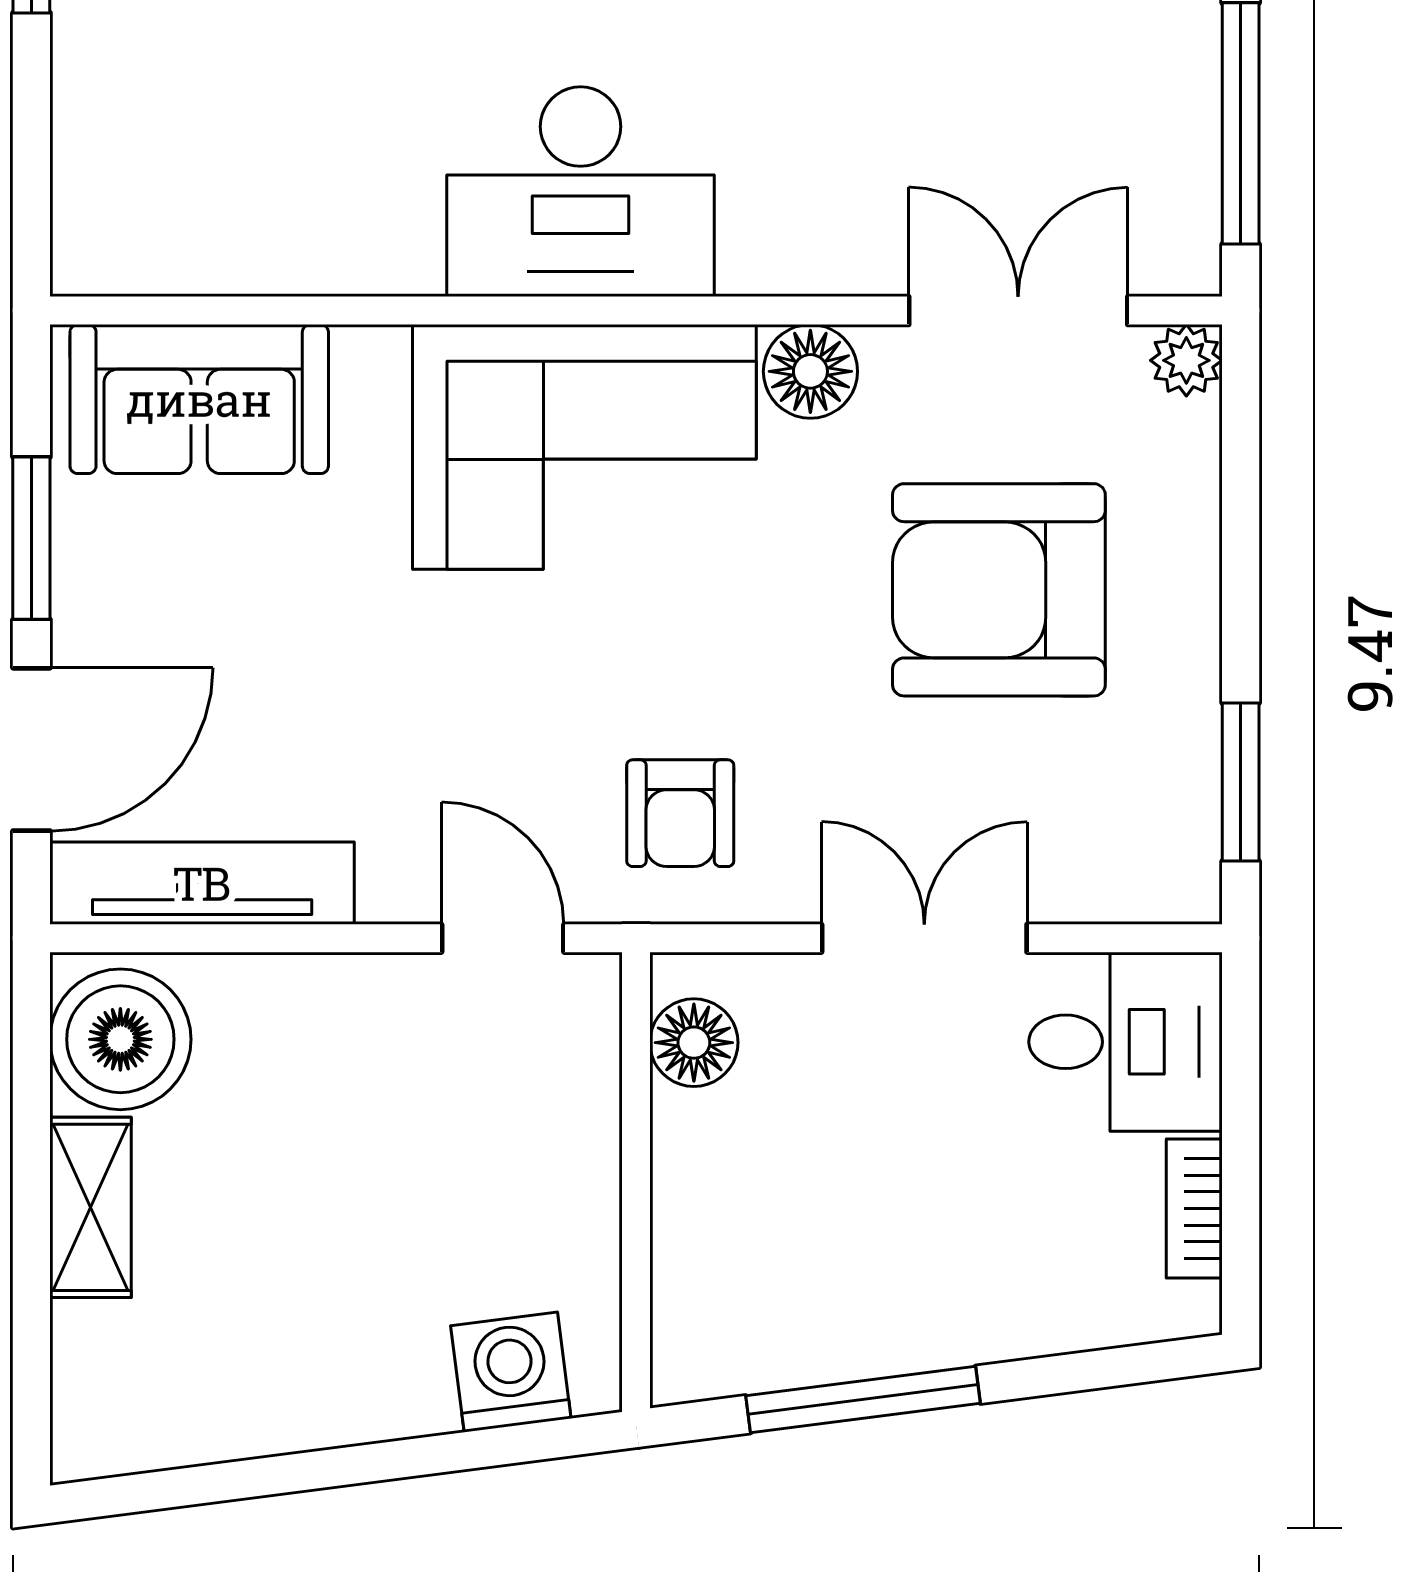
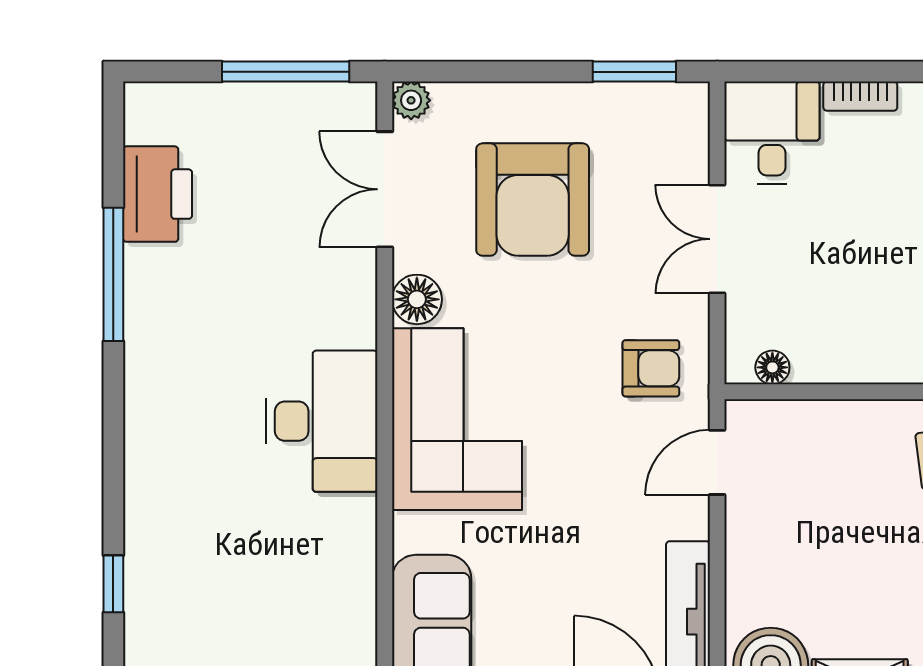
floor lamp: (694, 1043) -> (772, 367), width x0.73, depth x0.73

